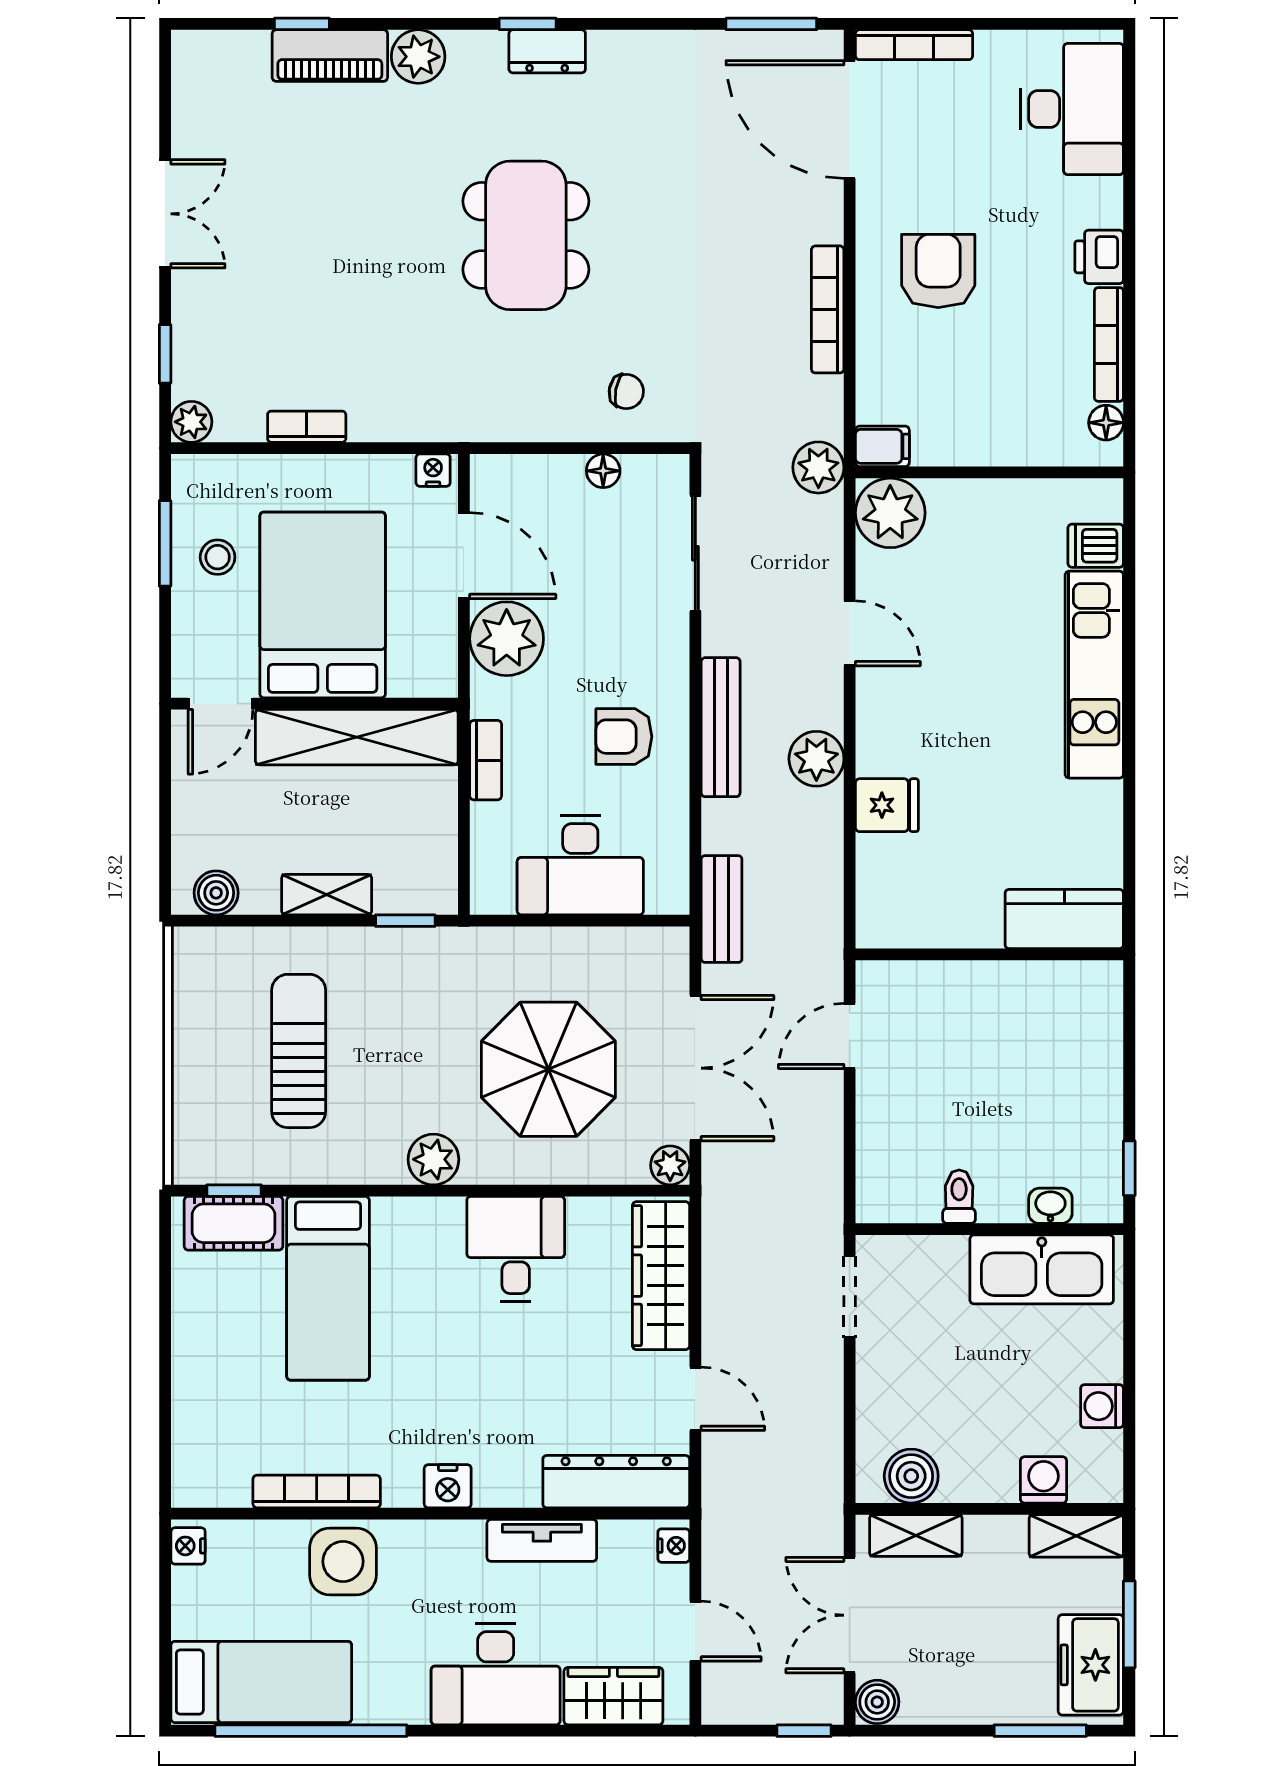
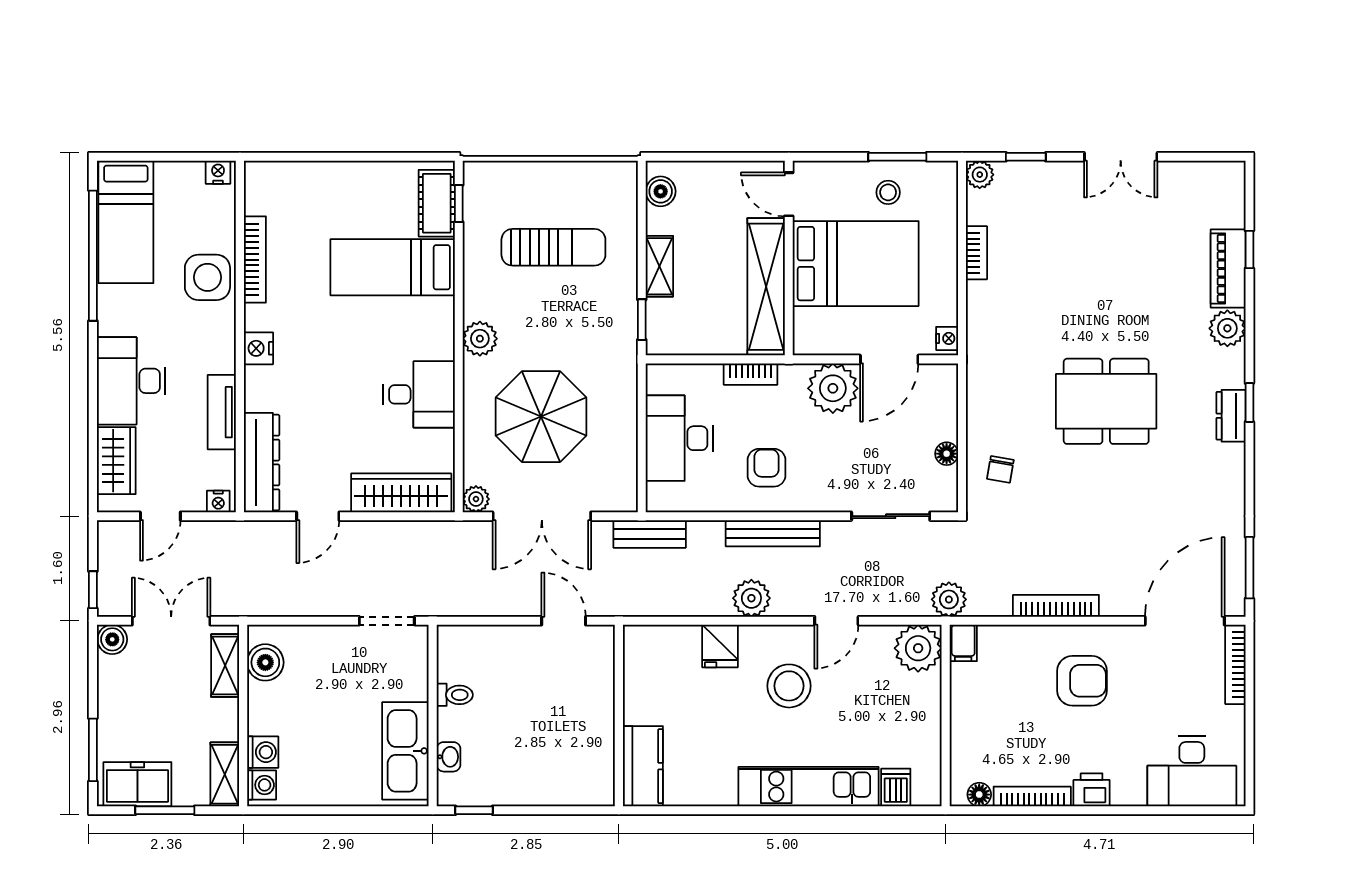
stool: (946, 703) -> (789, 686), added
washing machine: (1102, 1406) -> (262, 785), moved, turned 90

